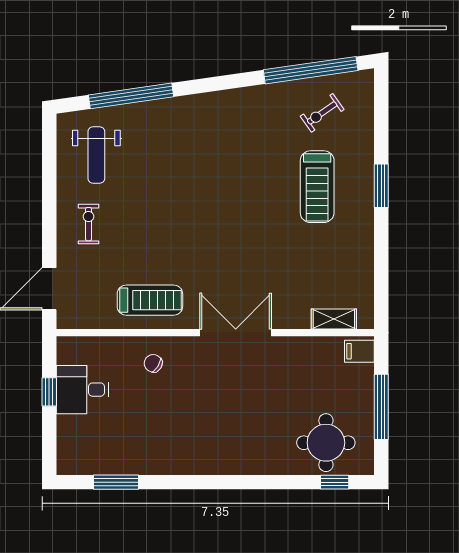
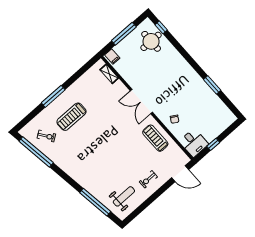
window: (381, 186) -> (53, 96), width x1.44
treadmill: (317, 187) -> (72, 117), turned 180
desk: (82, 390) -> (194, 143), moved
window: (116, 482) -> (212, 85), moved

